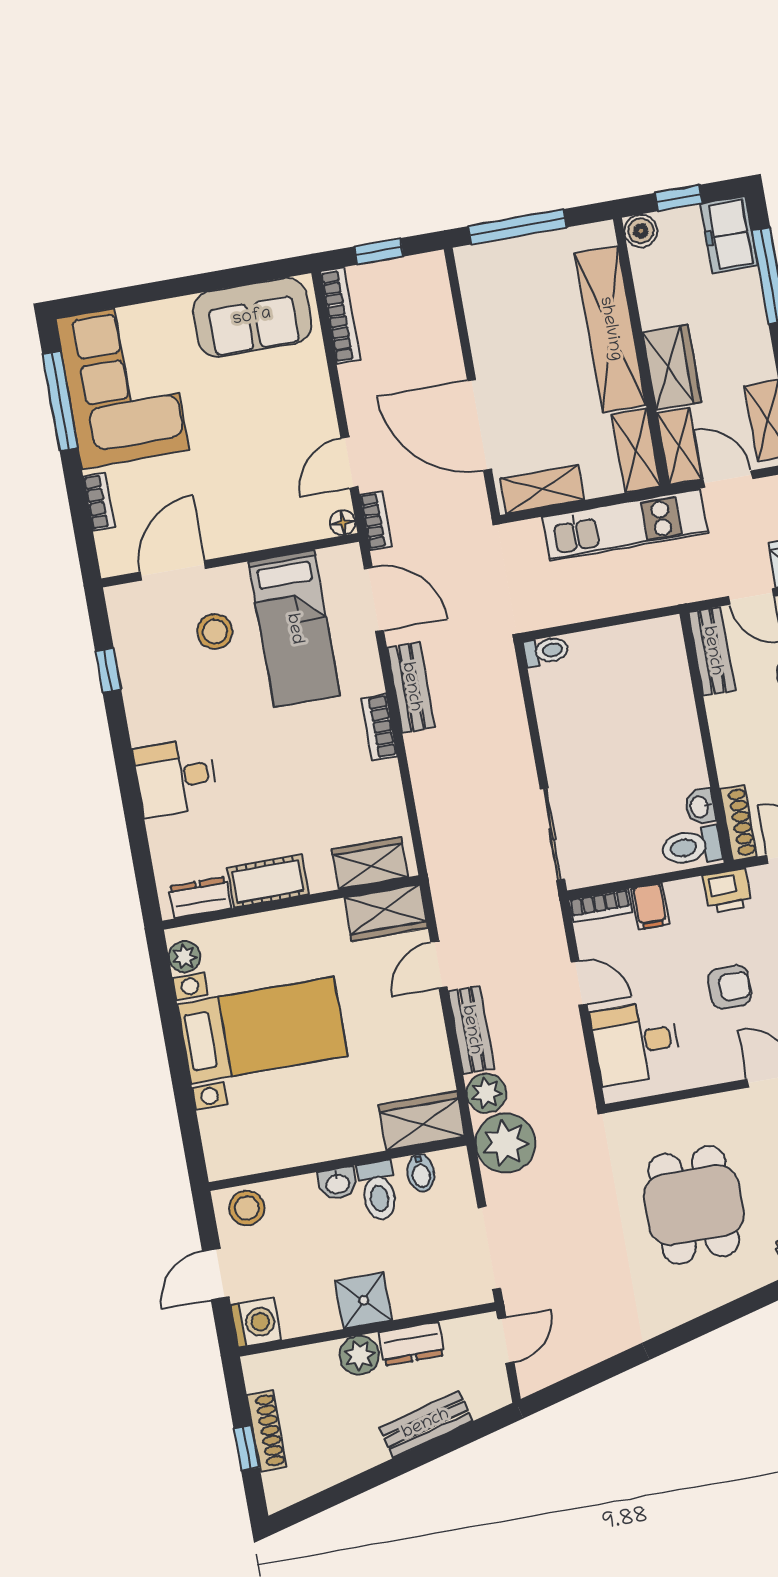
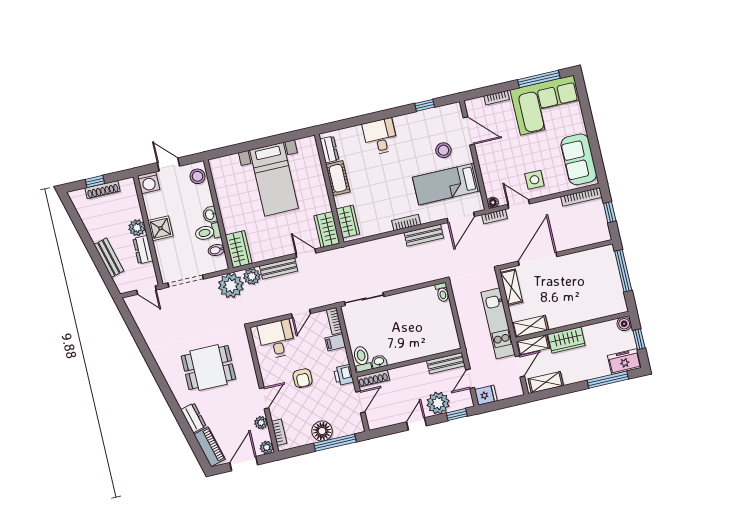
shelving: (610, 329) -> (581, 313), removed
side table: (295, 423) -> (534, 180), added
plant: (185, 957) -> (304, 144), removed

